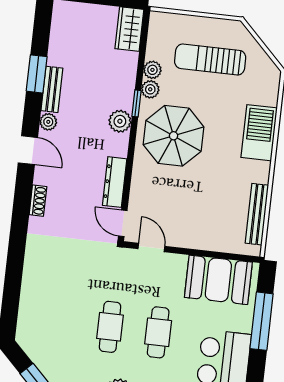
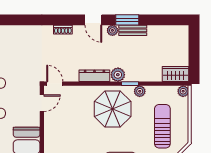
plant: (152, 70) -> (183, 91), moved
window: (37, 74) -> (127, 20), moved
door: (28, 150) -> (93, 20), hinge flipped
dresser: (115, 182) -> (94, 76), moved
door: (123, 223) -> (55, 84), hinge flipped

